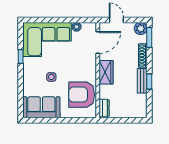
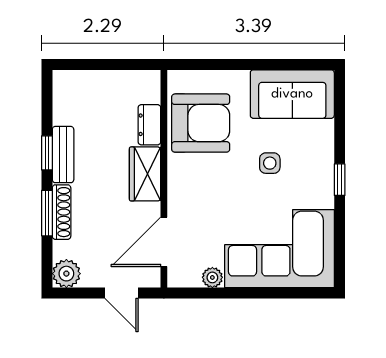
window: (149, 37) -> (47, 213), moved
window: (21, 57) -> (340, 180), moved
dresser: (104, 108) -> (149, 125), moved

